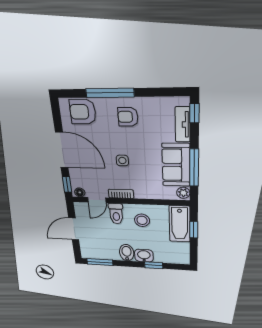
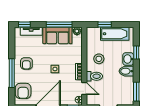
bathtub: (180, 224) -> (115, 34), moved

